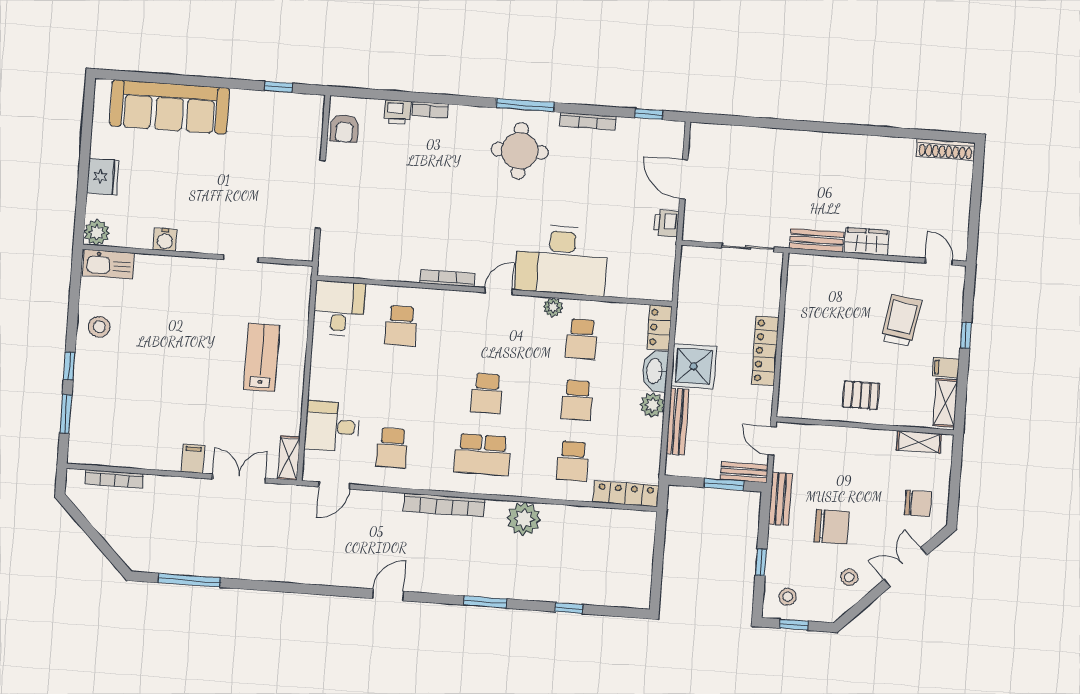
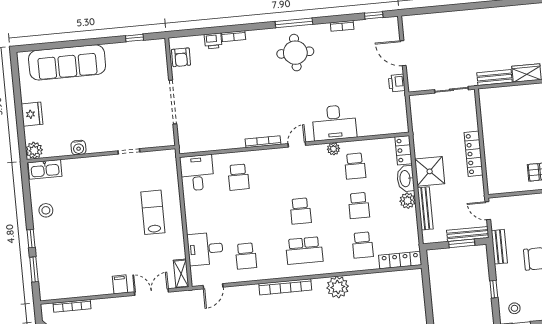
bookcase: (588, 121) -> (342, 26), width x0.64
desk: (562, 260) -> (334, 123), width x0.73, depth x0.77
bench: (744, 472) -> (468, 234), width x1.36

